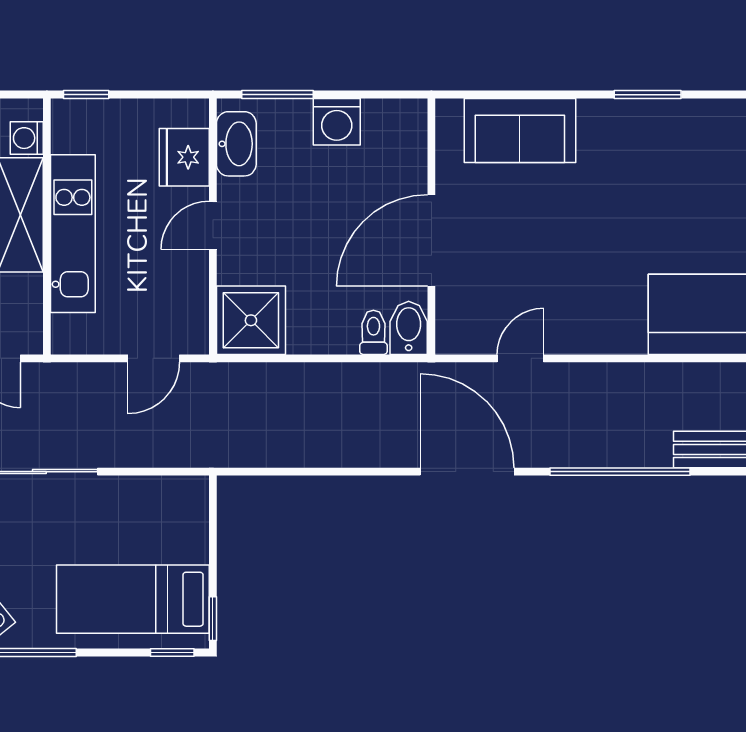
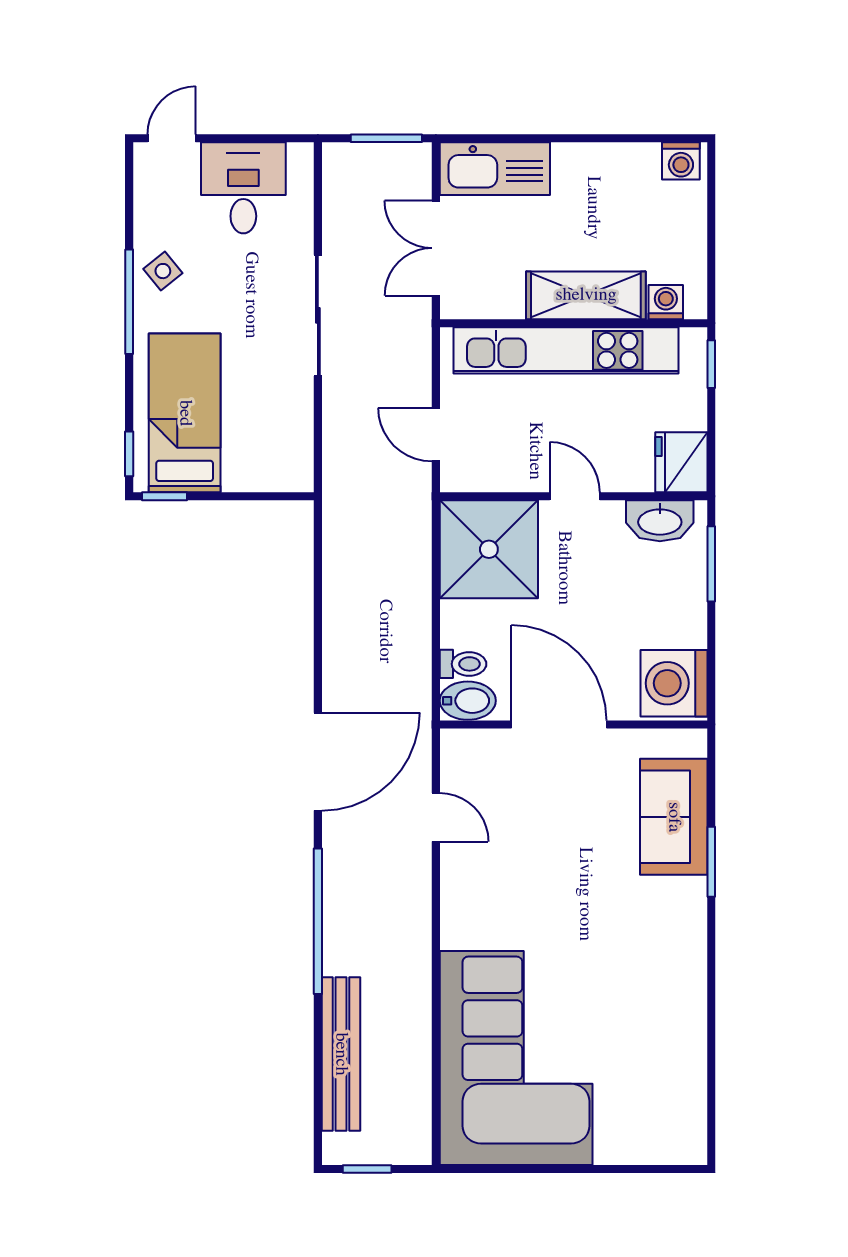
window: (648, 95) -> (711, 862), moved
washing machine: (337, 122) -> (674, 683), moved, width x1.37, depth x1.37
fridge: (184, 157) -> (681, 462), moved, turned -90
kitchen unit: (73, 234) -> (566, 350), width x1.36
shower: (251, 320) -> (489, 549), width x1.37, depth x1.37

